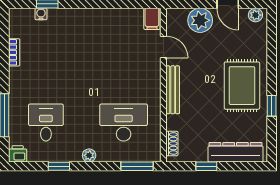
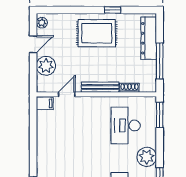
shoe rack: (172, 143) -> (129, 88), moved
plant: (89, 155) -> (147, 157), width x1.88, depth x1.88
window: (206, 166) -> (160, 61), width x2.17

